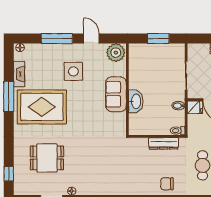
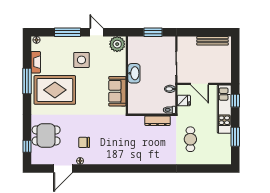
sofa: (116, 94) -> (117, 91), moved
washbasin: (136, 101) -> (134, 73), moved
fridge: (195, 107) -> (184, 100), moved
dining table: (47, 158) -> (46, 135), moved
chair: (167, 184) -> (84, 142), moved

